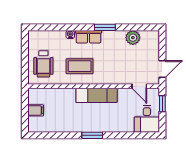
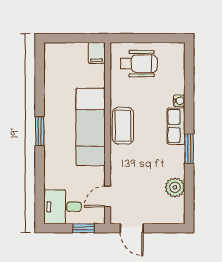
wheelchair: (43, 64) -> (139, 64), turned 180
coffee table: (80, 66) -> (123, 126), moved
exam couch: (97, 95) -> (91, 127), width x1.36, depth x1.45
filing cabinet: (36, 110) -> (96, 53), moved

